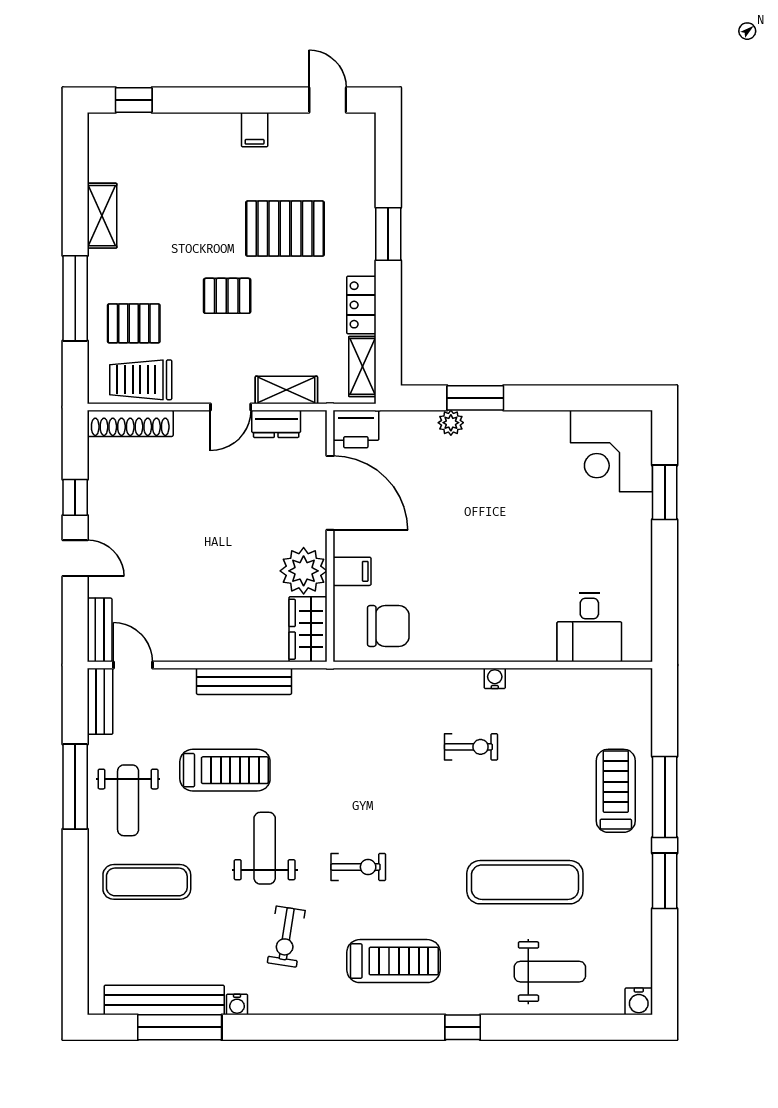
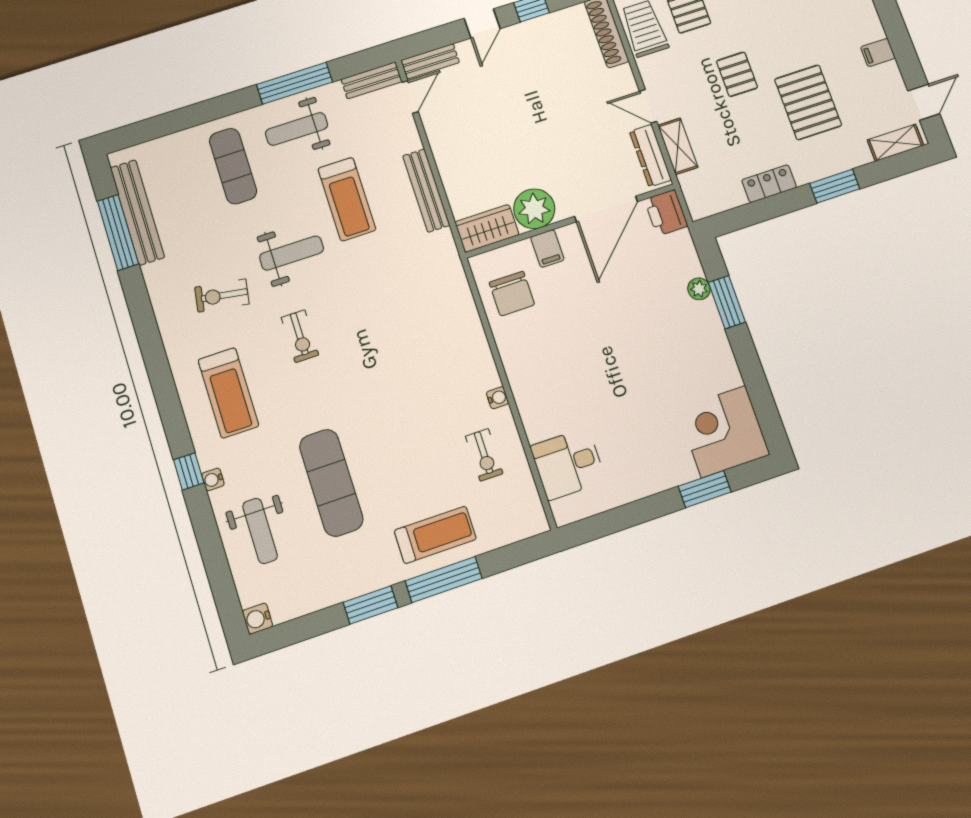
shelving: (362, 366) -> (895, 143), moved
dresser: (276, 424) -> (650, 156), width x1.44
exercise bike: (471, 747) -> (484, 455), moved
water cooler: (237, 1005) -> (213, 479), moved

